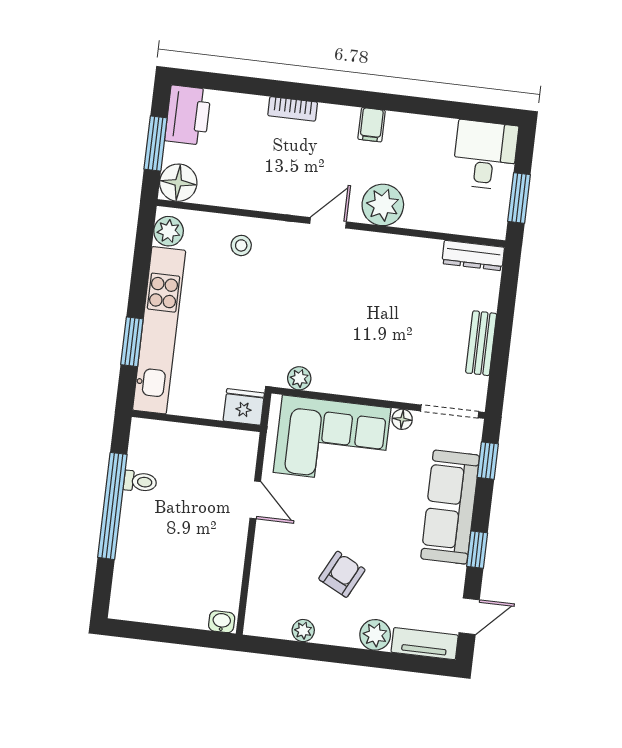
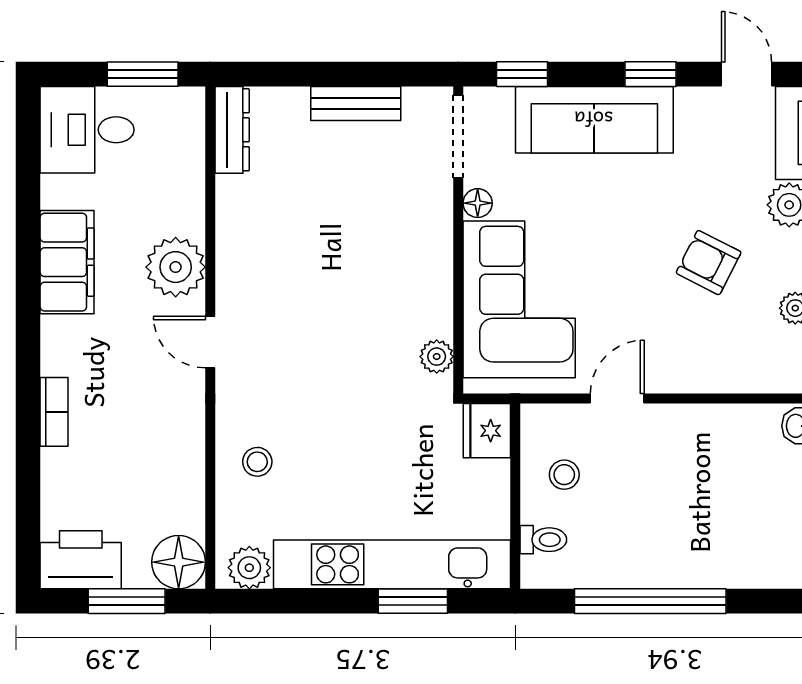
filing cabinet: (372, 125) -> (67, 262), width x3.00, depth x1.17
stool: (207, 457) -> (564, 475), added
toilet: (140, 482) -> (543, 540), moved, turned 90

